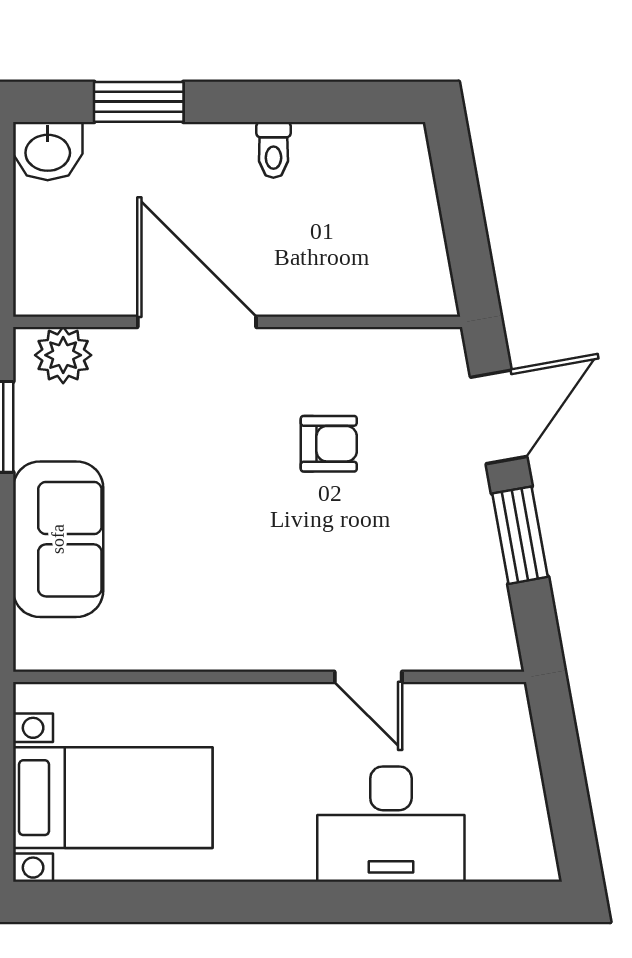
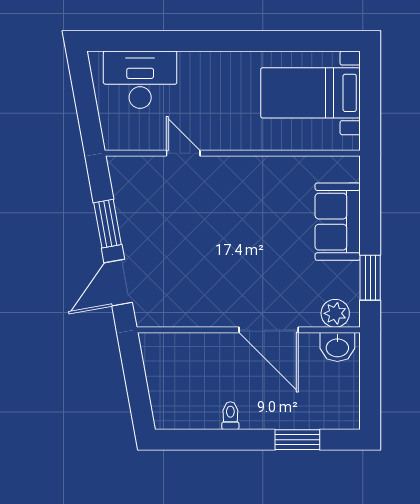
washbasin: (48, 151) -> (337, 347), moved, turned 180
armchair: (329, 444) -> (203, 269), removed
desk: (391, 824) -> (140, 80), moved

